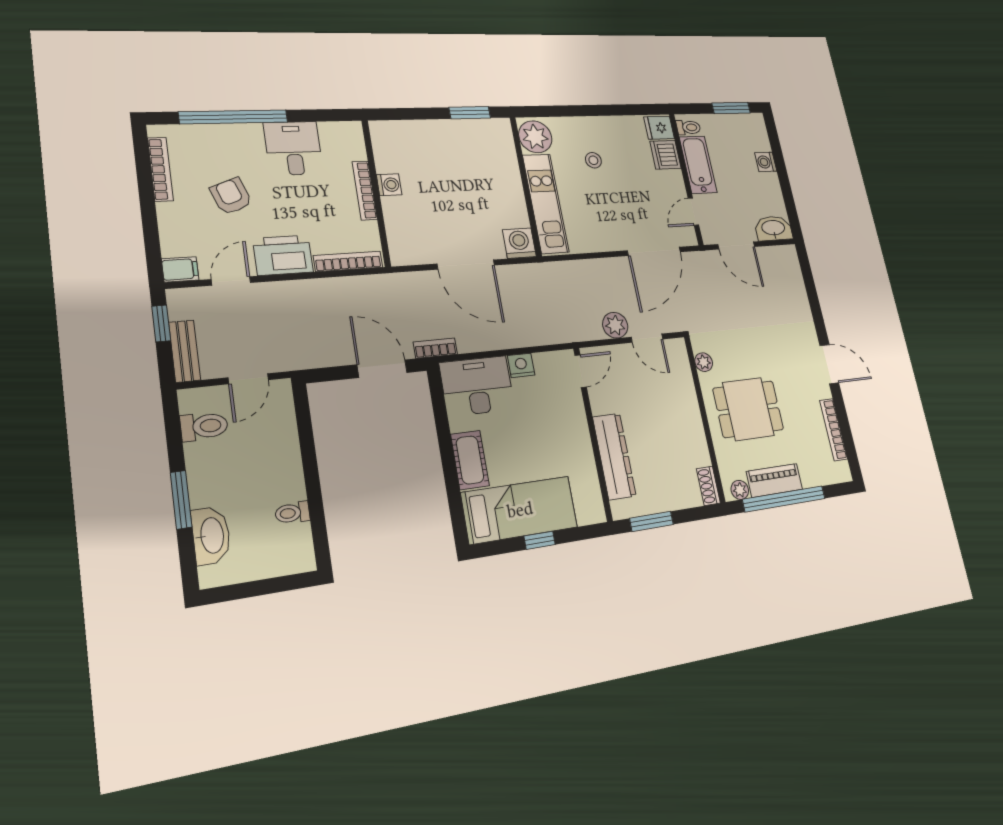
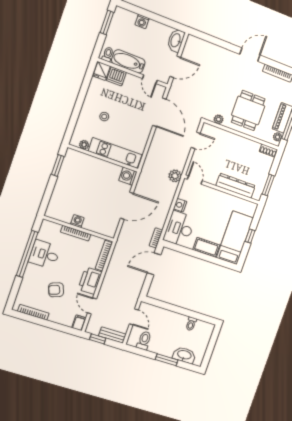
window: (234, 117) -> (27, 254), moved
plant: (535, 137) -> (84, 145), width x0.53, depth x0.53
plant: (615, 325) -> (175, 176), moved

